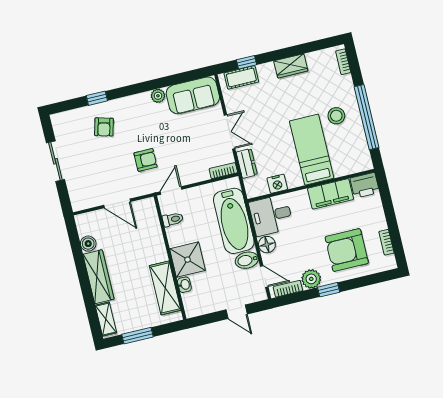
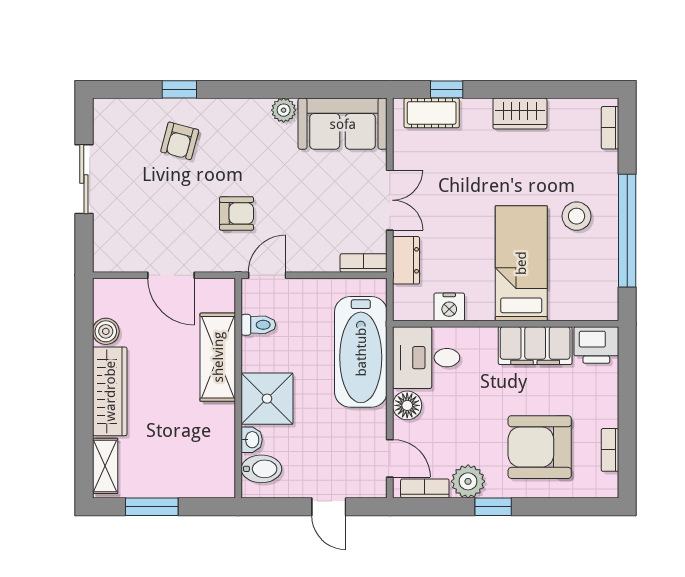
bidet: (247, 260) -> (261, 469), moved, turned 180
shelving: (165, 288) -> (218, 357), moved

